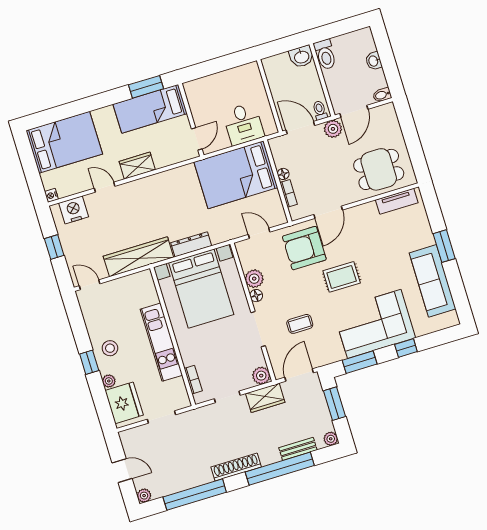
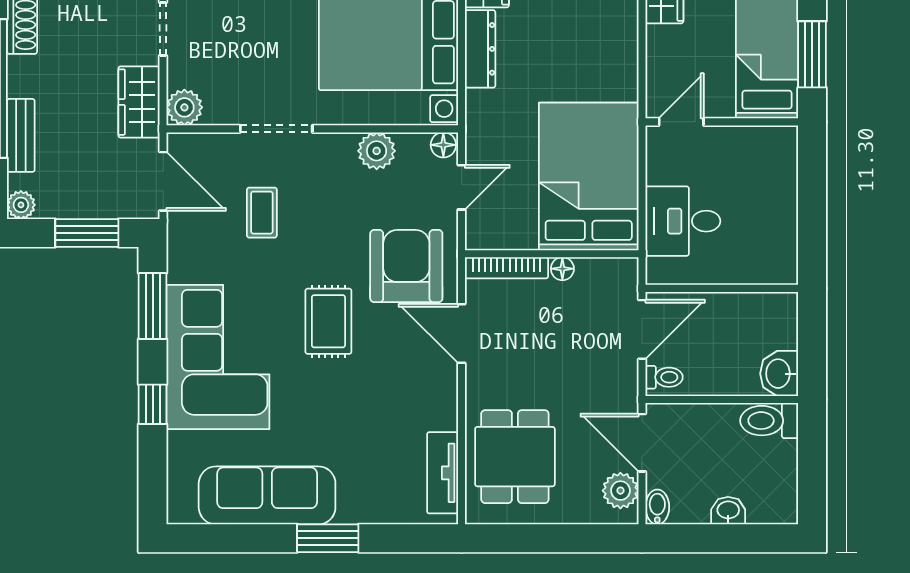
plant: (333, 129) -> (620, 491), moved
door: (197, 139) -> (681, 122), swing flipped
bookcase: (289, 193) -> (507, 268), width x1.56
floor lamp: (256, 296) -> (443, 145), moved

